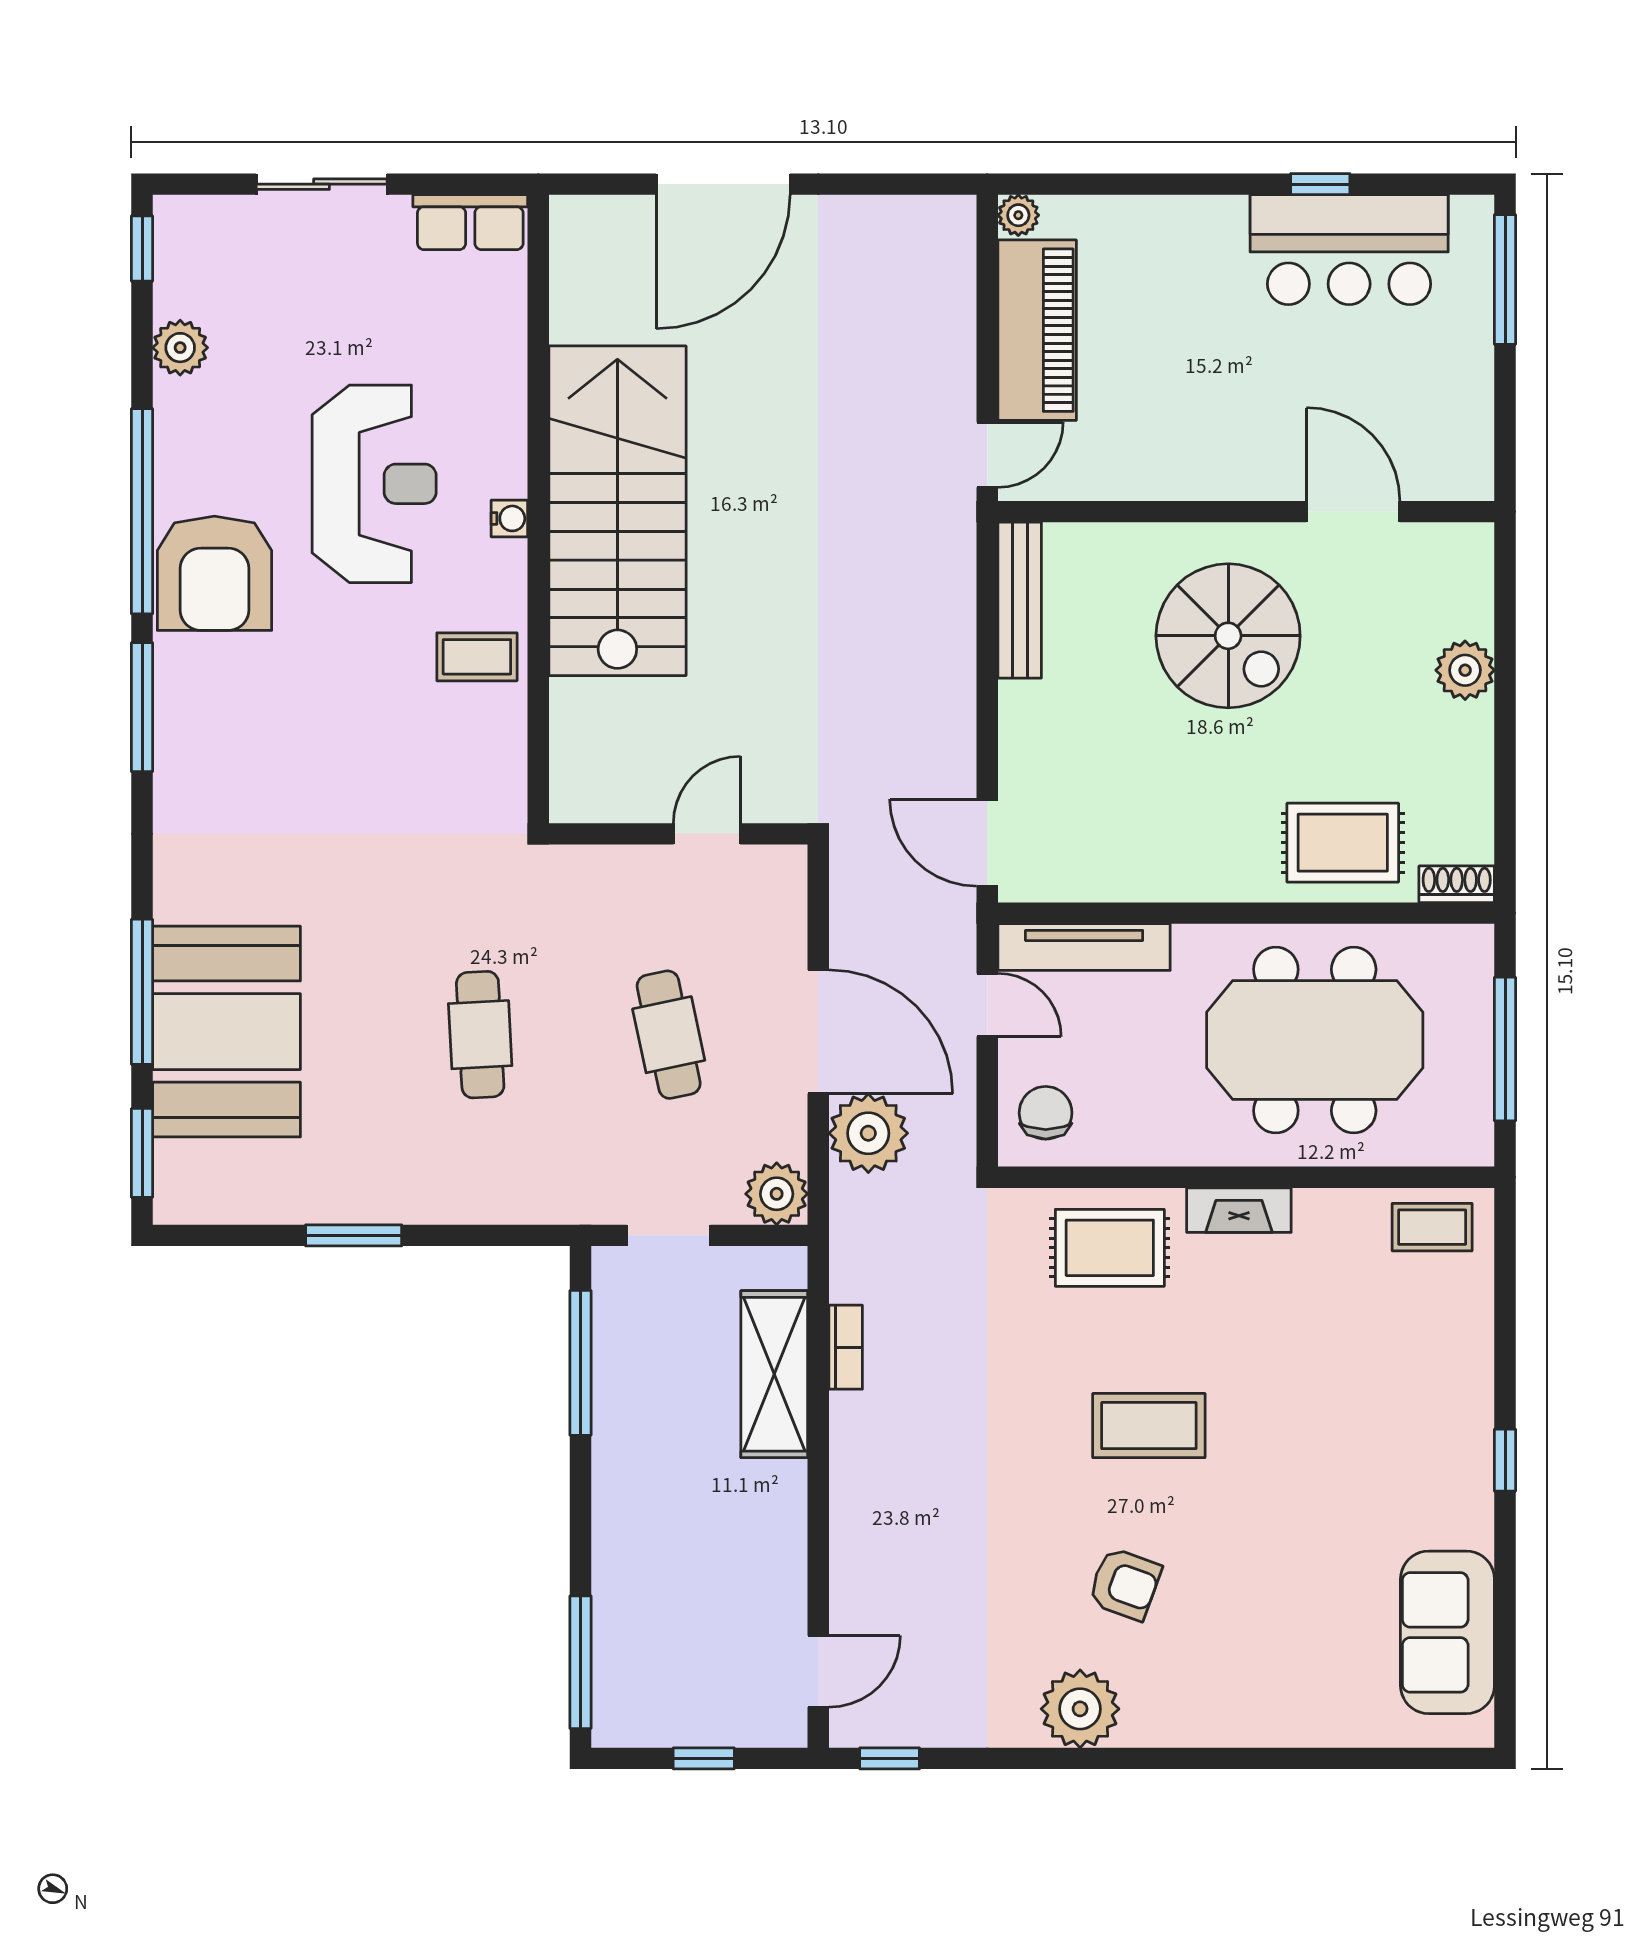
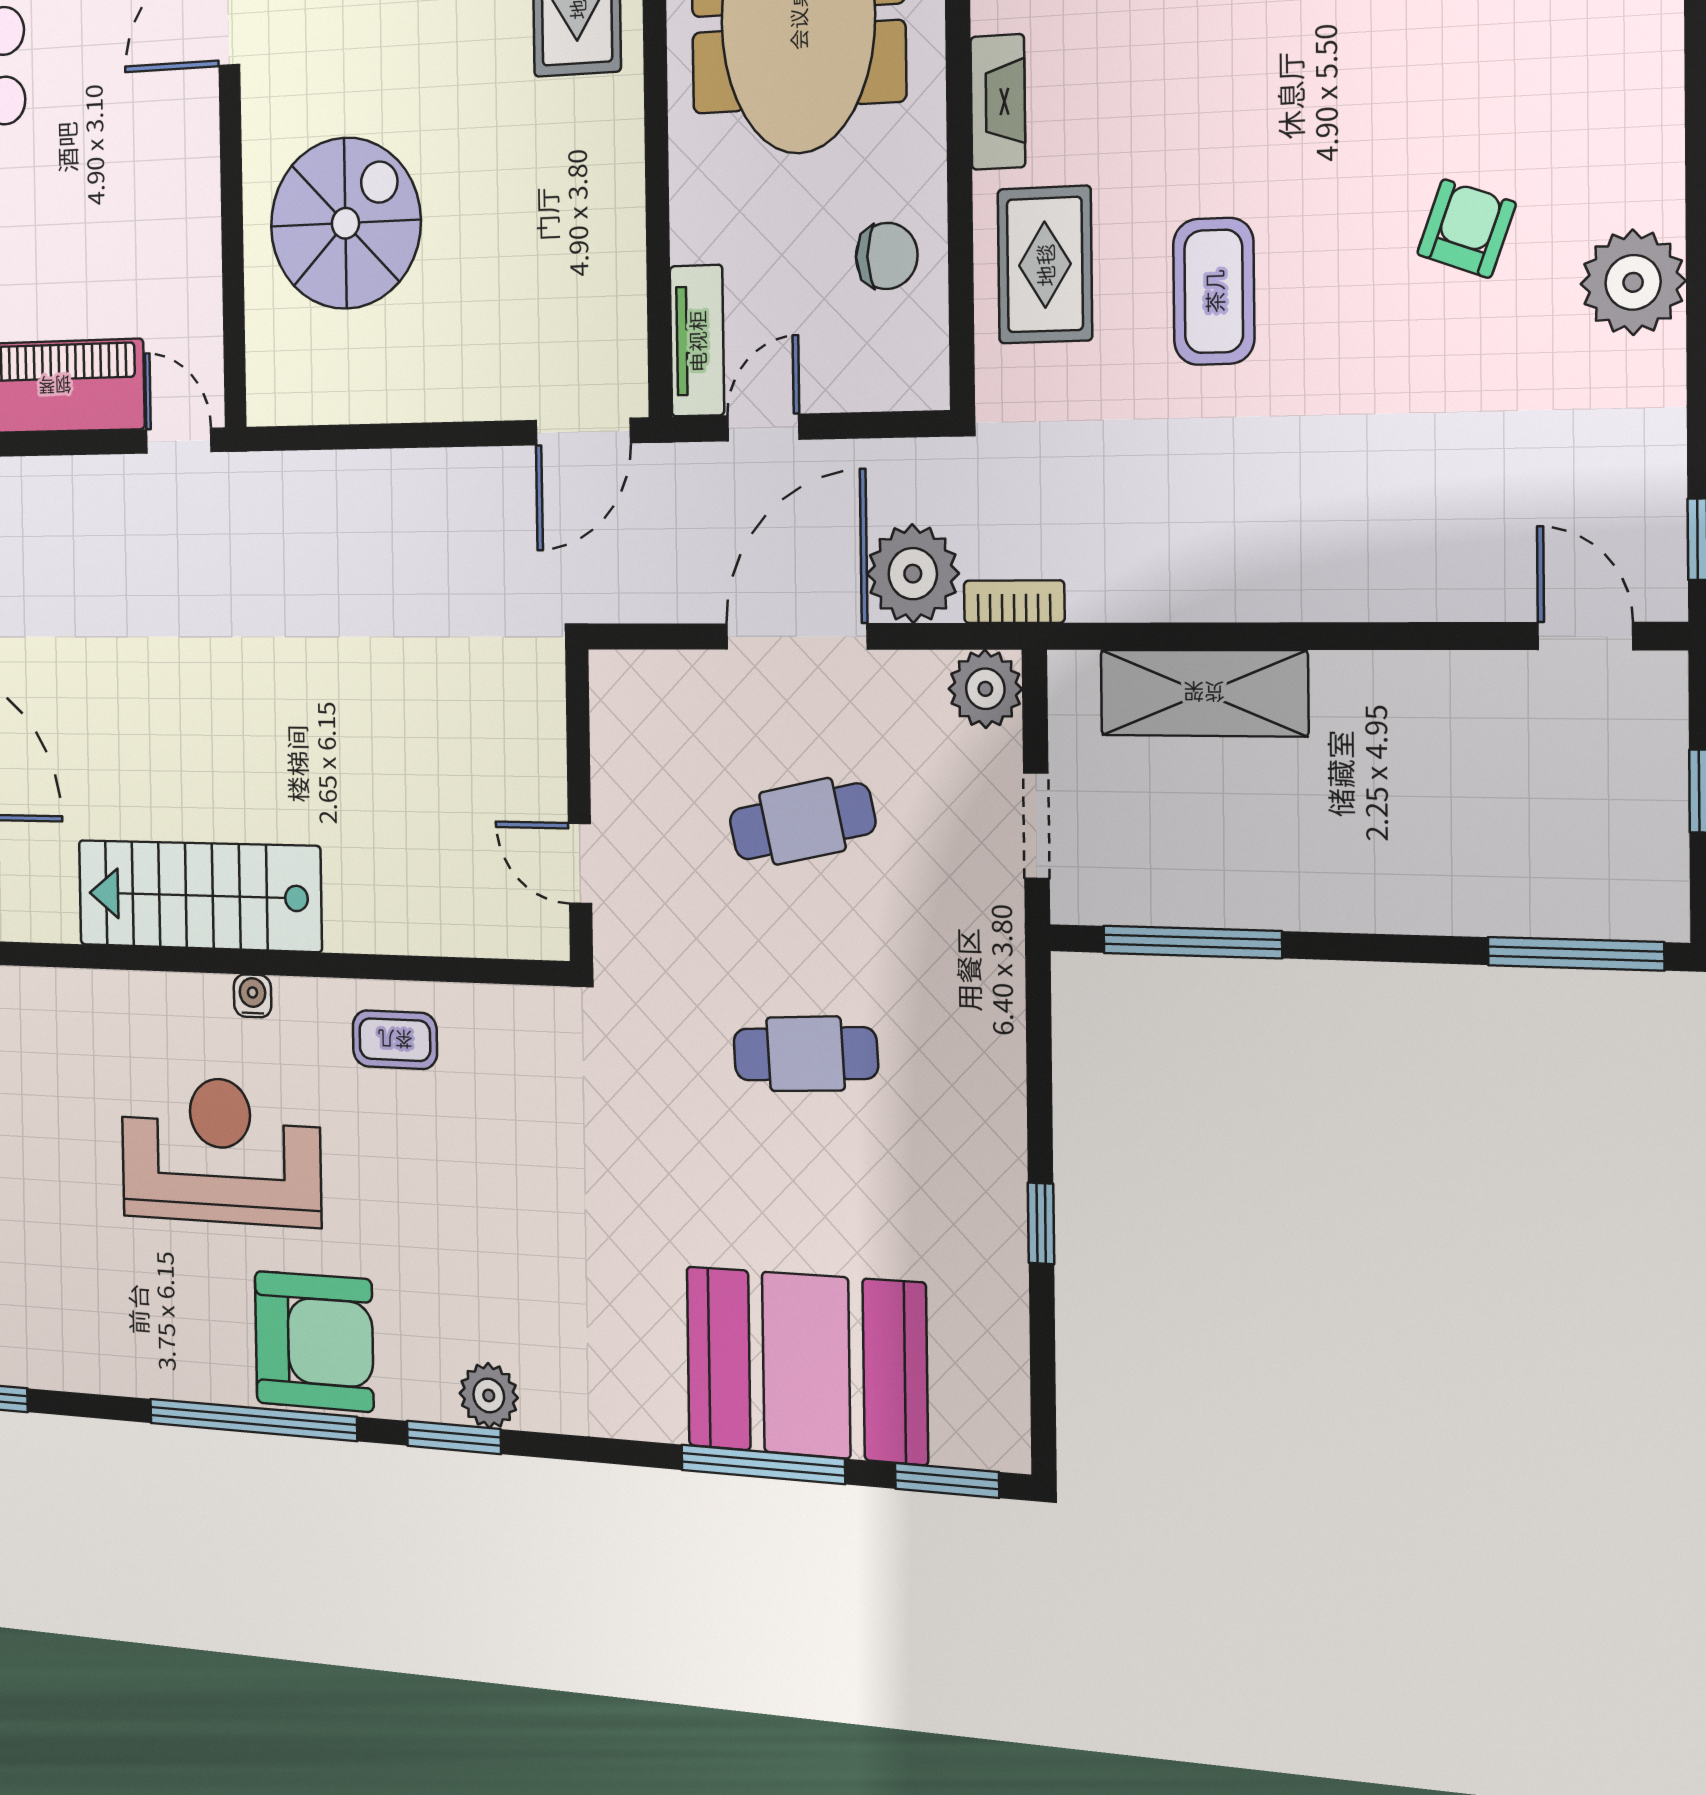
plant: (180, 348) -> (489, 1395), moved
stairs: (617, 511) -> (199, 896), width x0.73, depth x0.66
bench: (1020, 600) -> (325, 399), removed
spiral stairs: (1228, 636) -> (345, 223), moved
coffee table: (477, 657) -> (395, 1040), turned 90
window: (142, 707) -> (454, 1437), width x0.69
door: (707, 834) -> (580, 863), moved
tv unit: (1084, 947) -> (697, 341), width x0.71
chair: (1046, 1113) -> (887, 256), moved, turned 180
window: (354, 1235) -> (1041, 1223), width x0.67
bookcase: (846, 1347) -> (1014, 602), moved
coffee table: (1149, 1426) -> (1214, 291), moved

